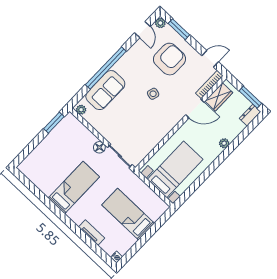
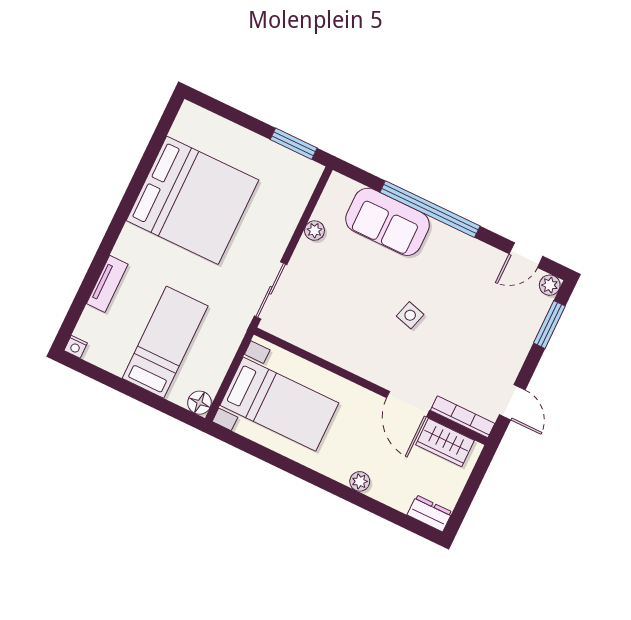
armchair: (169, 59) -> (487, 325), removed
window: (250, 97) -> (464, 503), removed
plant: (81, 110) -> (314, 231), moved
floor lamp: (99, 147) -> (200, 403), moved
bed: (74, 187) -> (192, 200), width x2.04

